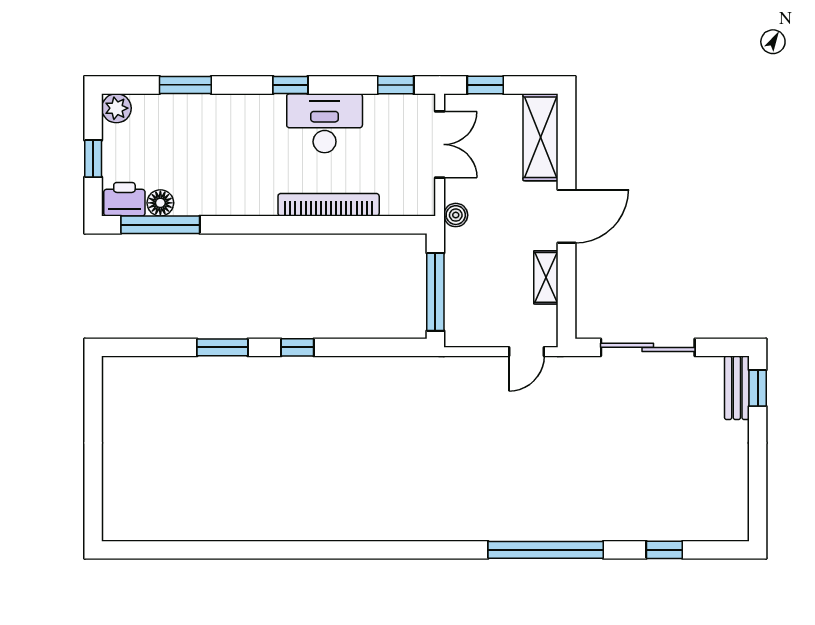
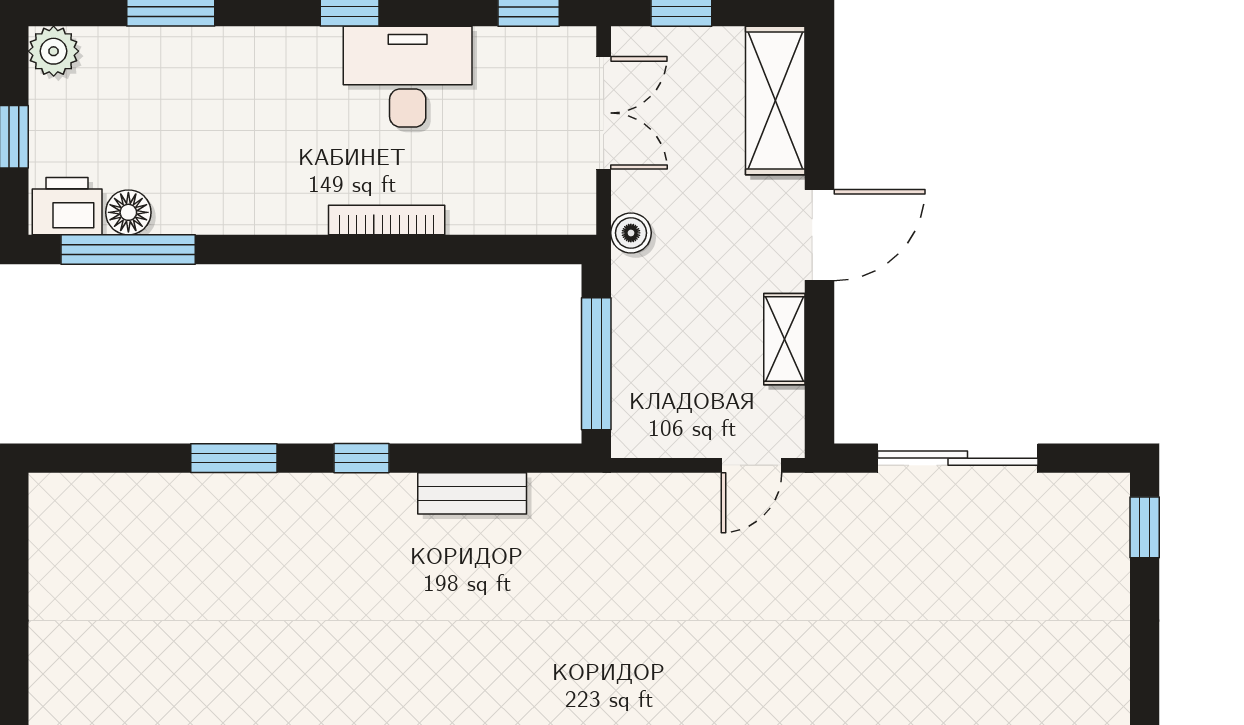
bookcase: (329, 205) -> (387, 220), width x0.68, depth x0.76
bench: (737, 388) -> (472, 493), moved, turned 90

